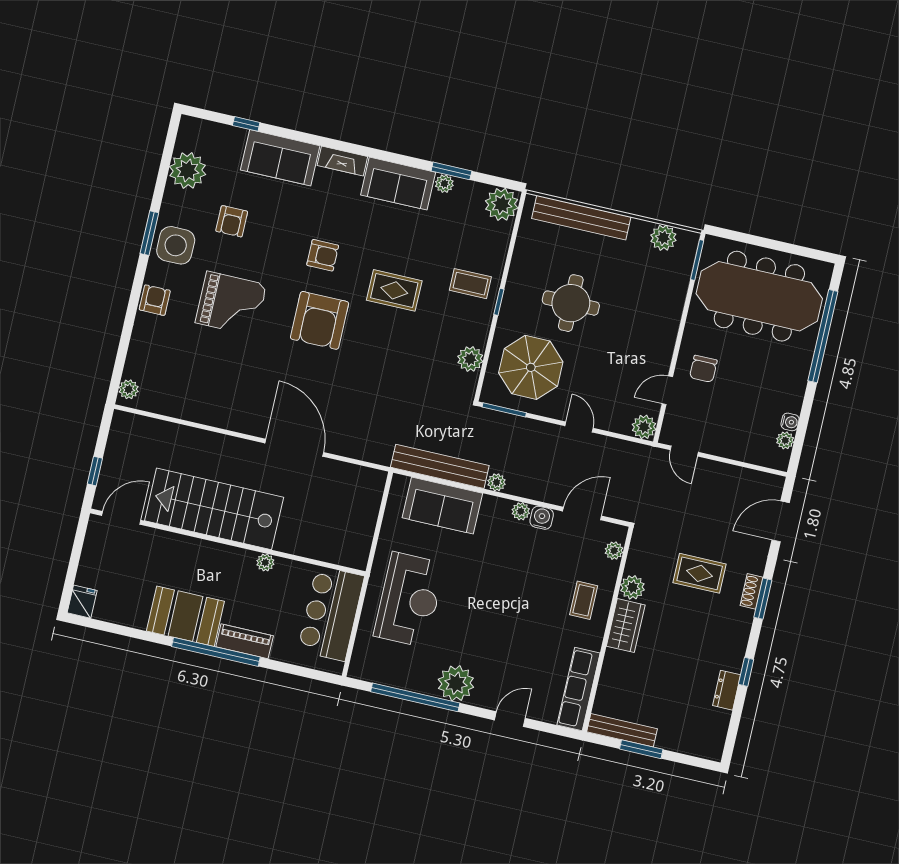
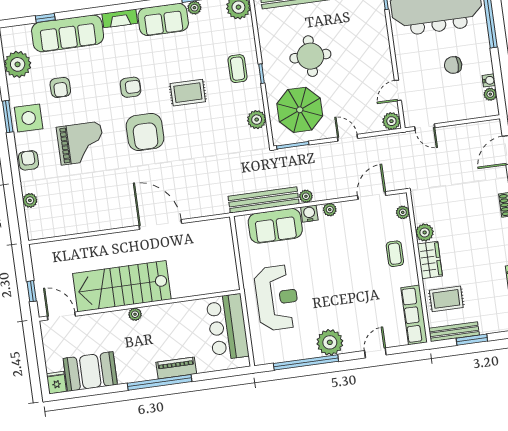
sofa: (280, 158) -> (68, 33), width x1.36
coffee table: (470, 284) -> (238, 69), turned 90
chair: (703, 369) -> (453, 65), moved, turned 90
plant: (129, 389) -> (30, 200), moved
door: (121, 518) -> (61, 316), hinge flipped
water cooler: (542, 518) -> (309, 214), moved
plant: (265, 562) -> (135, 314), moved
rug: (700, 573) -> (446, 299), moved
booth: (185, 616) -> (90, 372), moved

